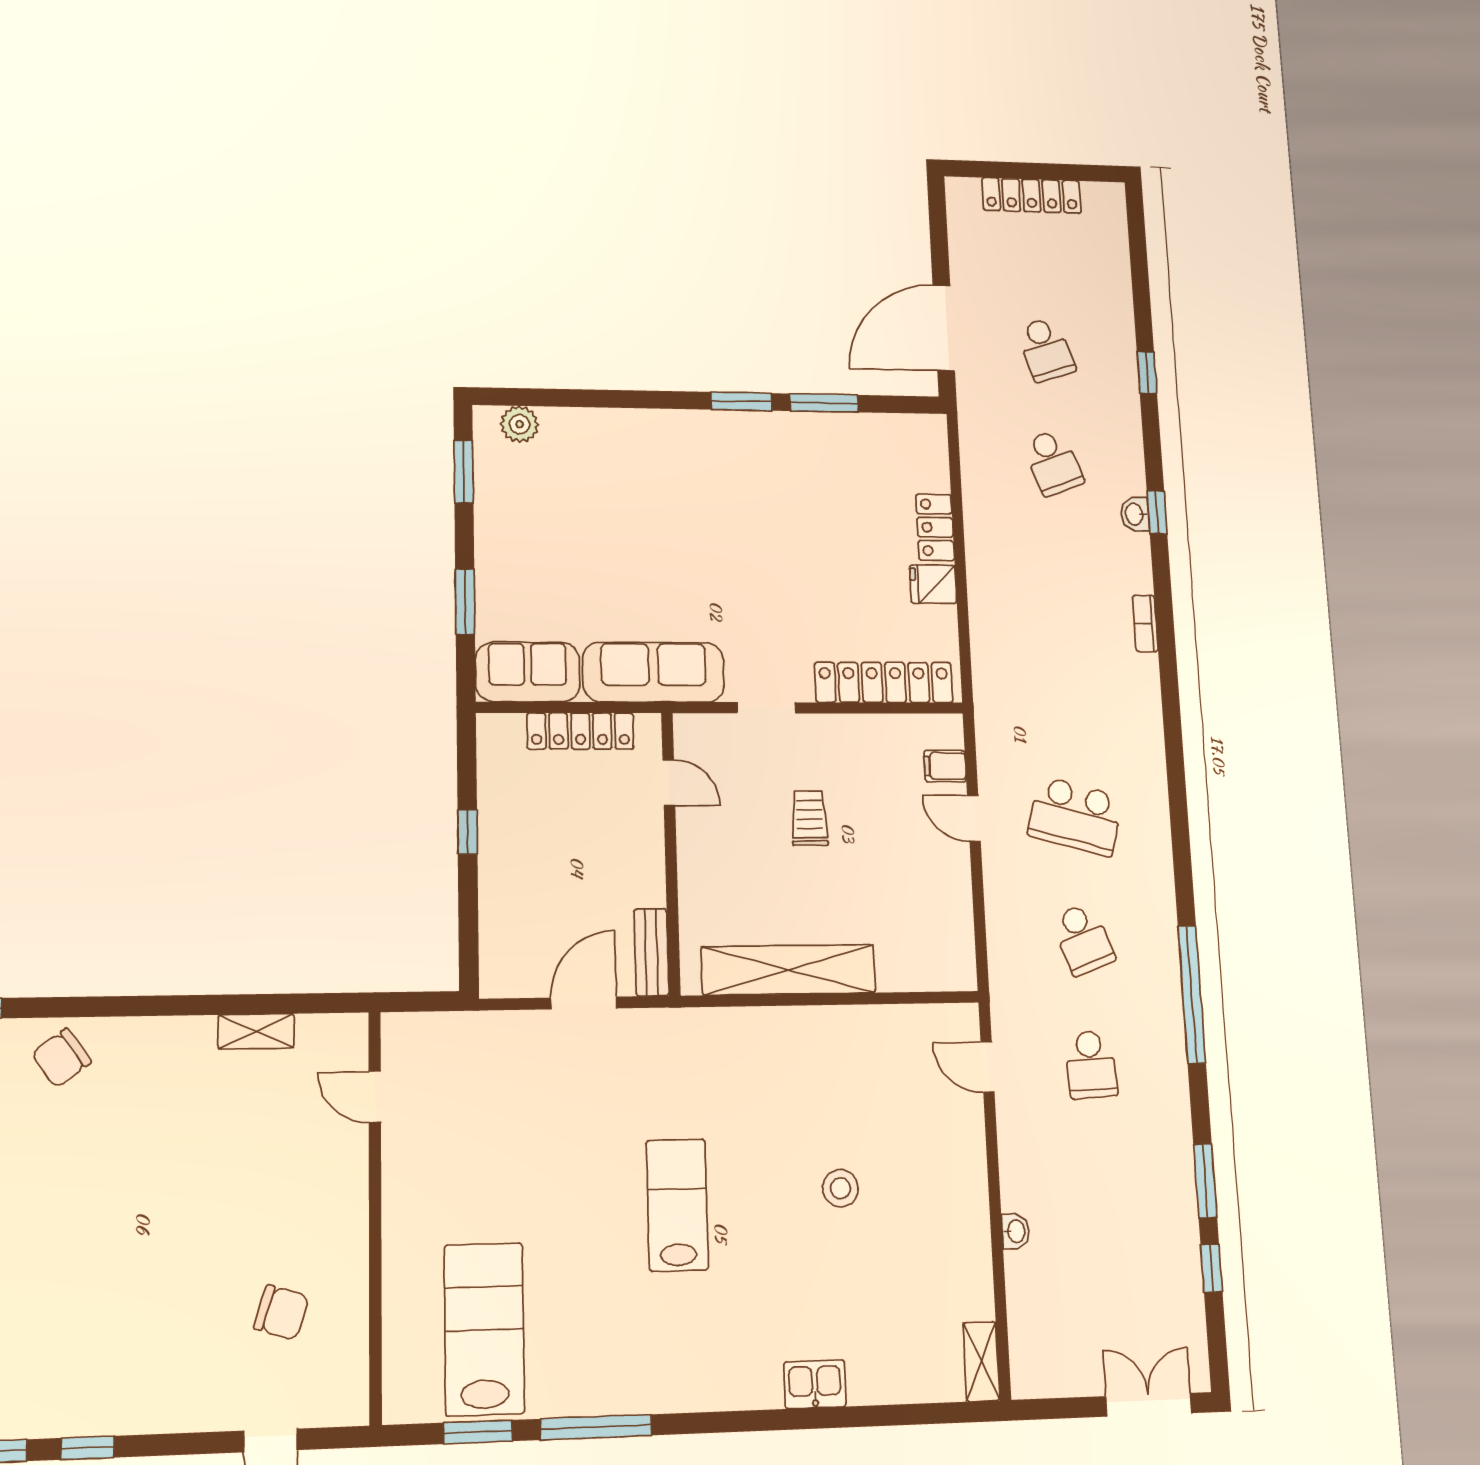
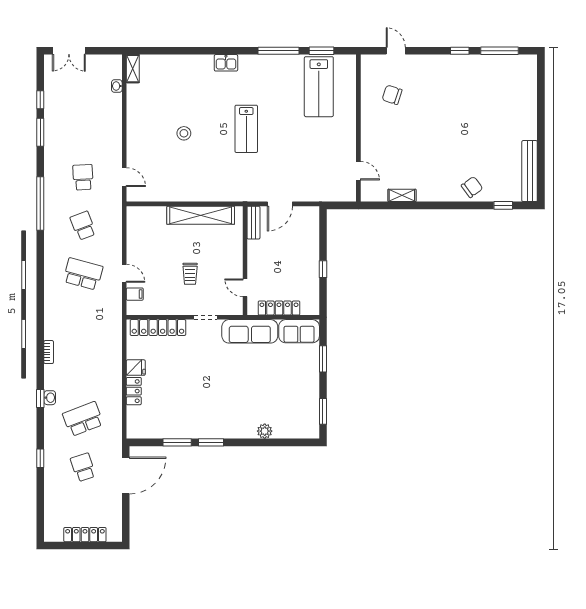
plant: (519, 424) -> (265, 431), moved
school desk: (1053, 462) -> (83, 419), width x1.85
washbasin: (1015, 1231) -> (117, 86), moved
kitchen sink: (815, 1384) -> (226, 63), moved

